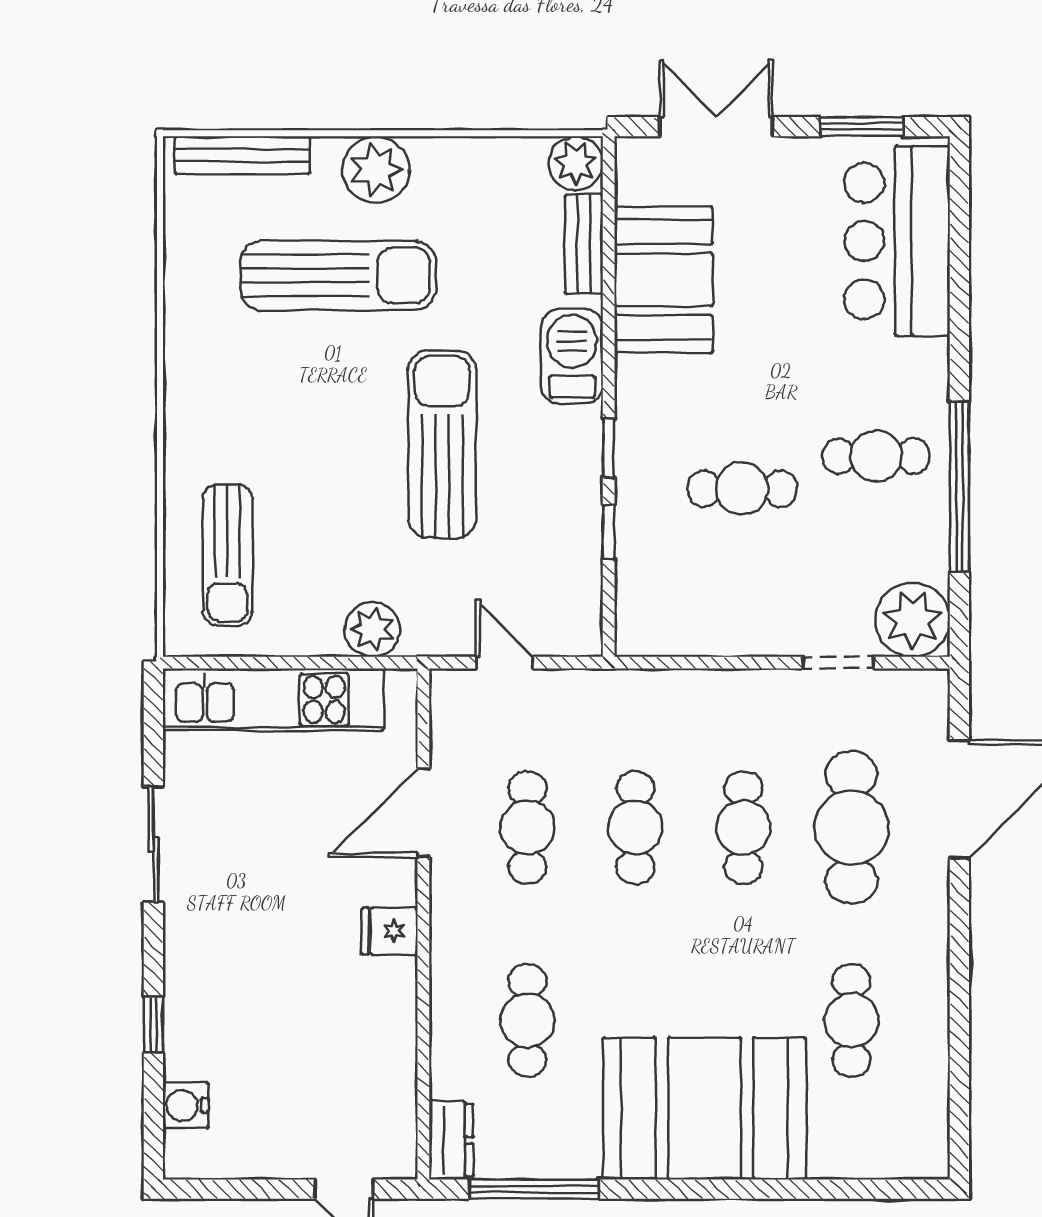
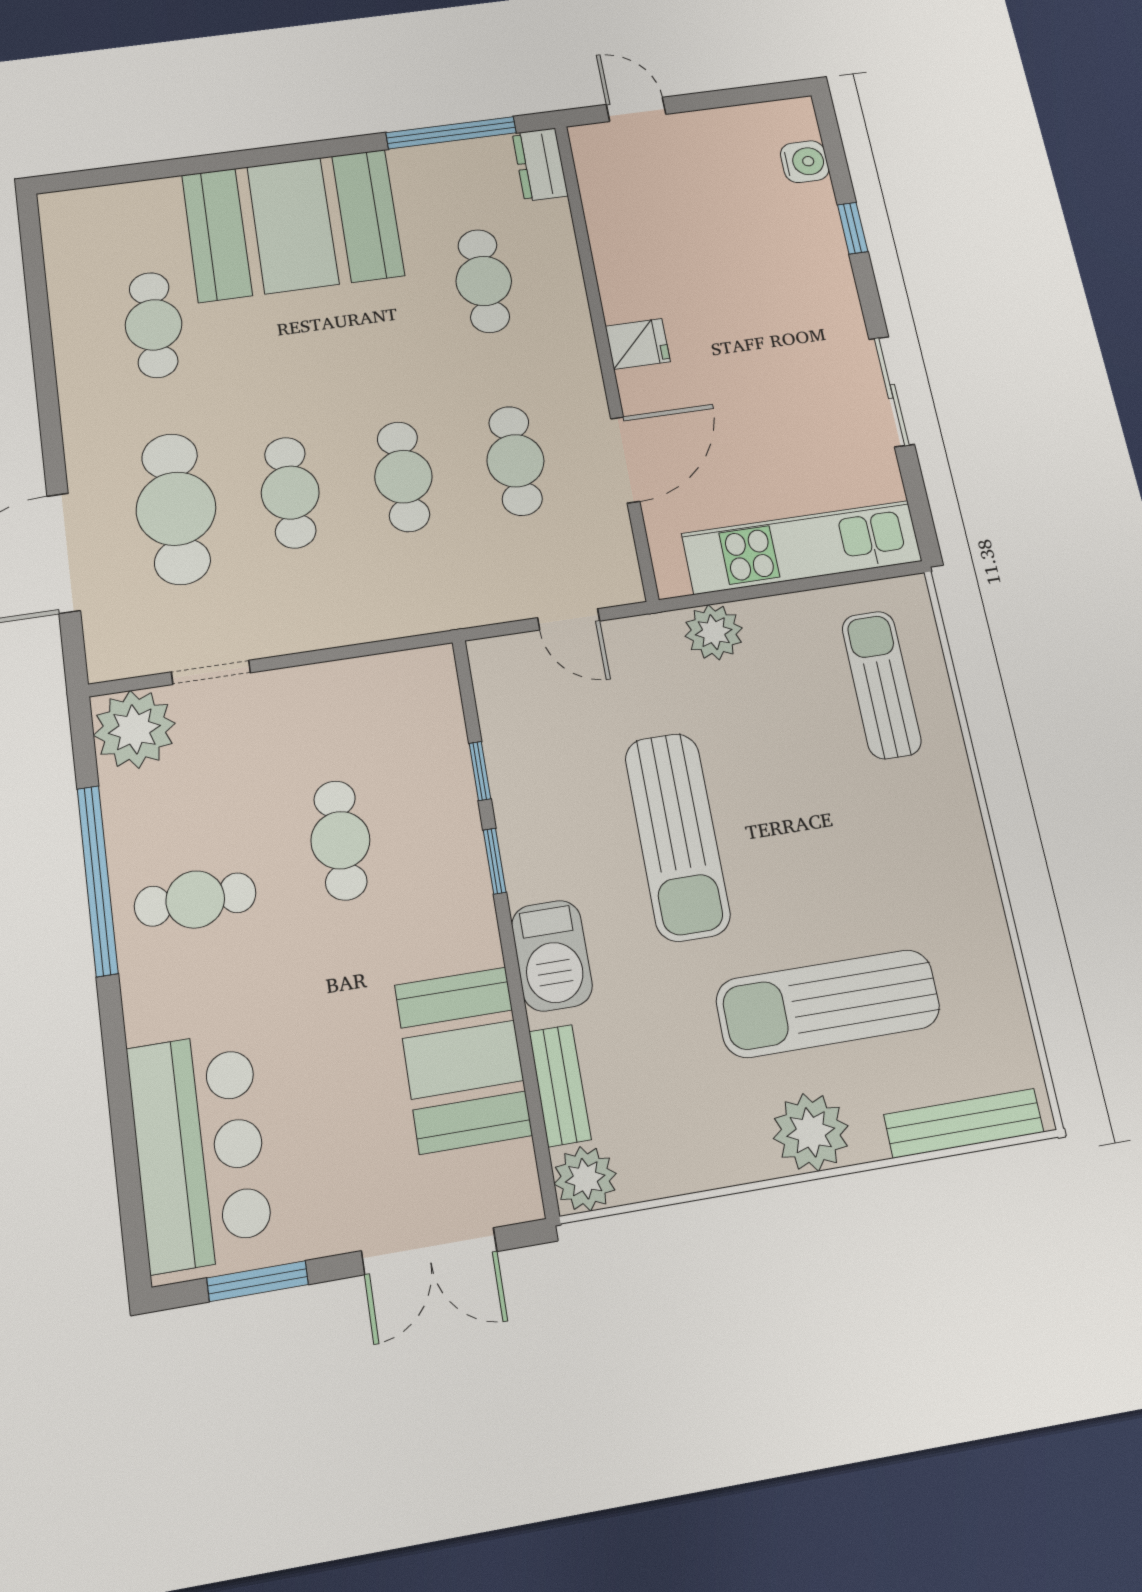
cafe table: (742, 489) -> (340, 840), turned 90

